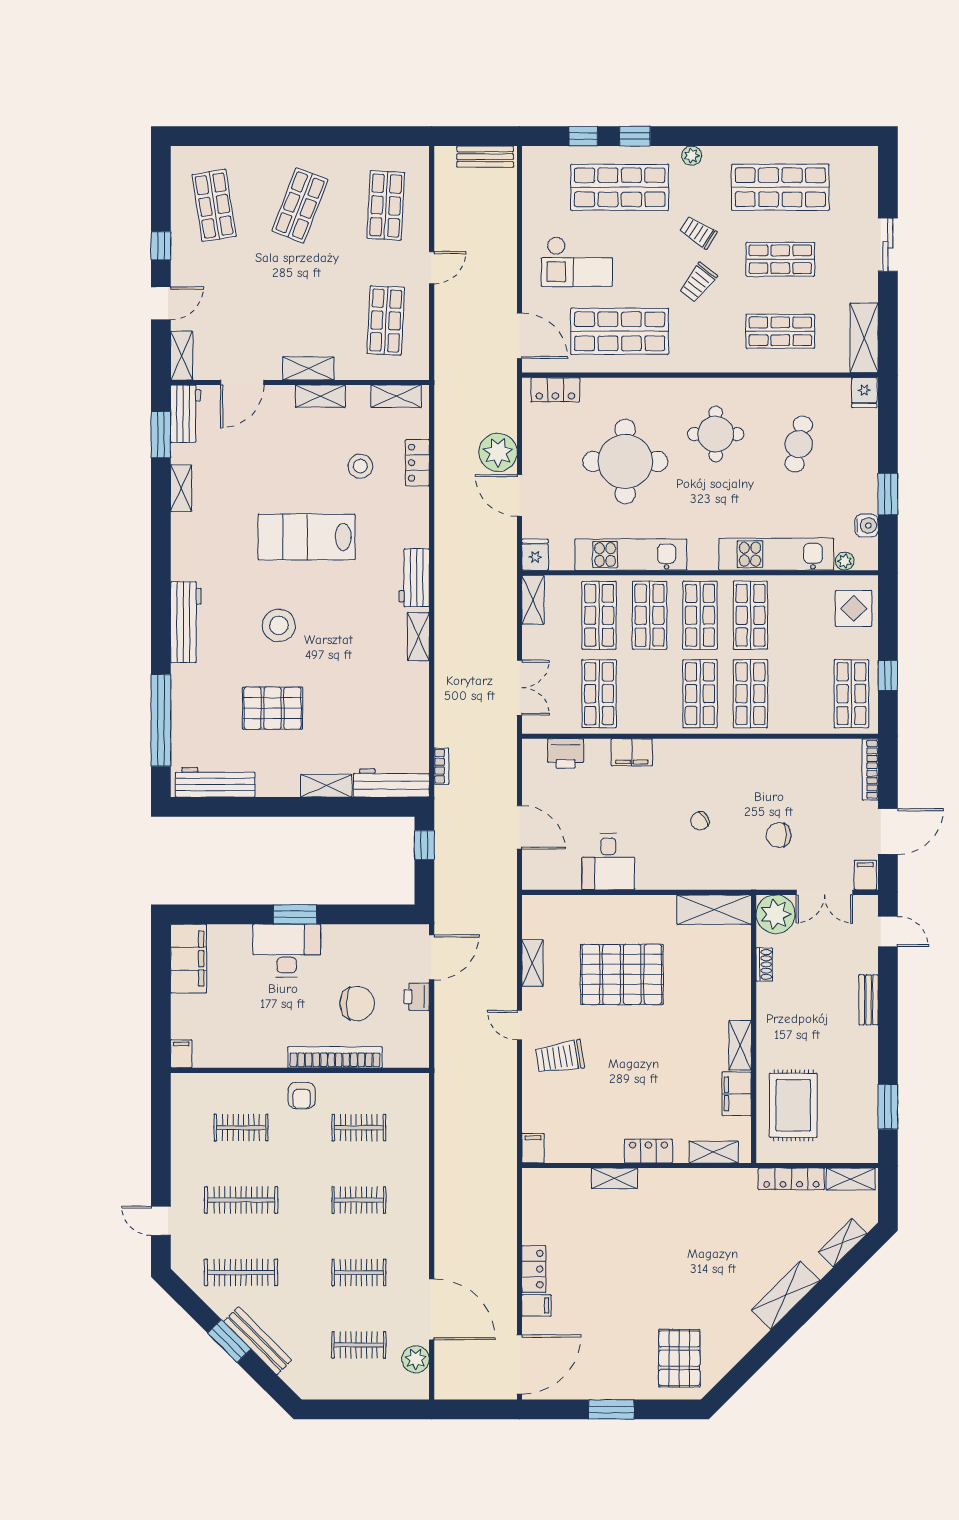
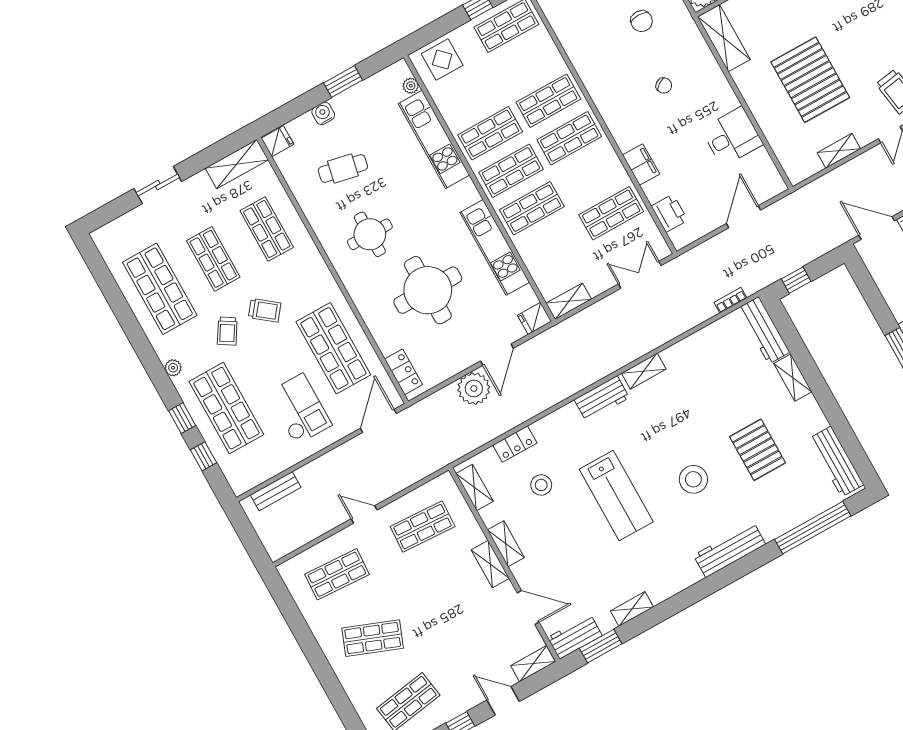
bench: (485, 157) -> (276, 491), moved, turned 90
water cooler: (867, 526) -> (323, 113), moved
shop shelf: (599, 615) -> (553, 246), removed

